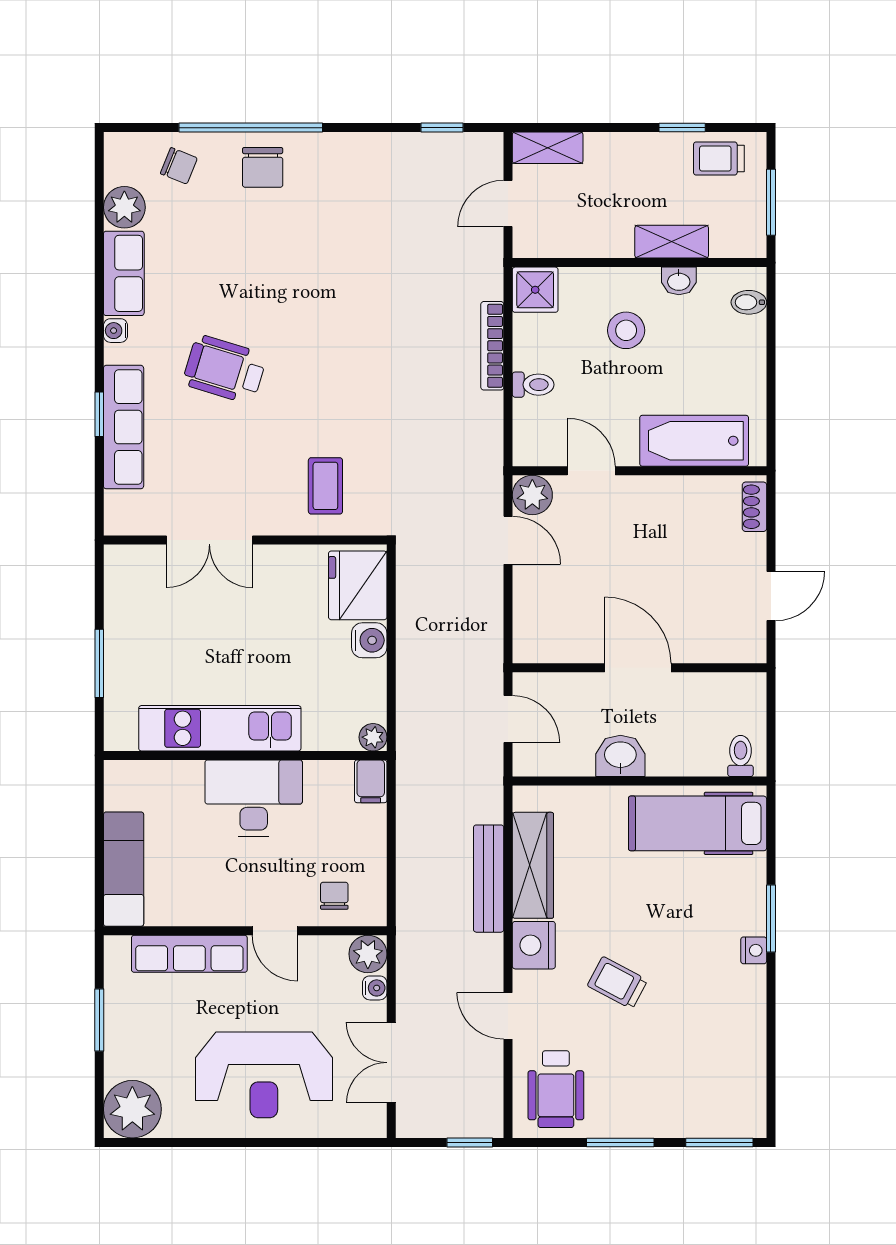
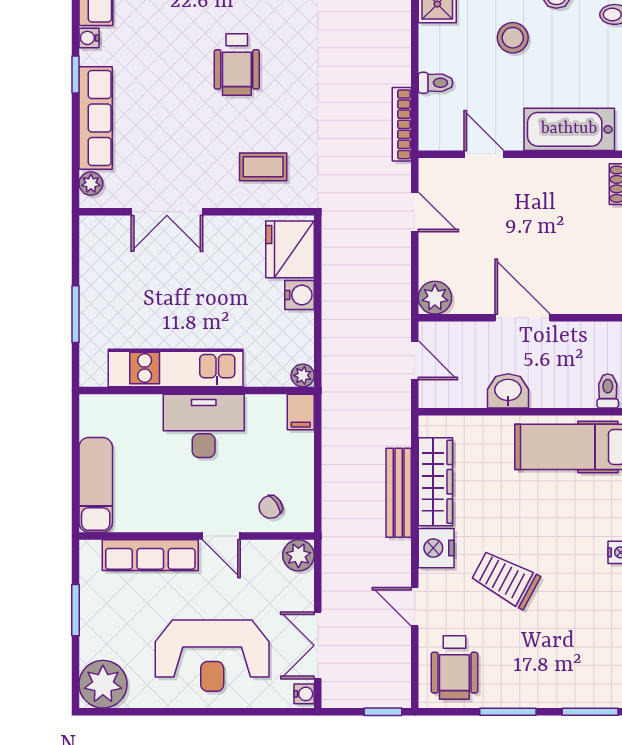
bookcase: (492, 346) -> (402, 124), moved
wheelchair: (225, 369) -> (237, 64), moved, turned -107
window: (99, 414) -> (75, 75), moved
coffee table: (325, 486) -> (263, 167), turned 90
plant: (532, 495) -> (435, 298), moved
plant: (118, 506) -> (91, 184), added
chair: (334, 896) -> (271, 507), turned -124
trolley: (617, 983) -> (506, 579), width x1.36, depth x1.39
water cooler: (375, 988) -> (304, 694), moved

